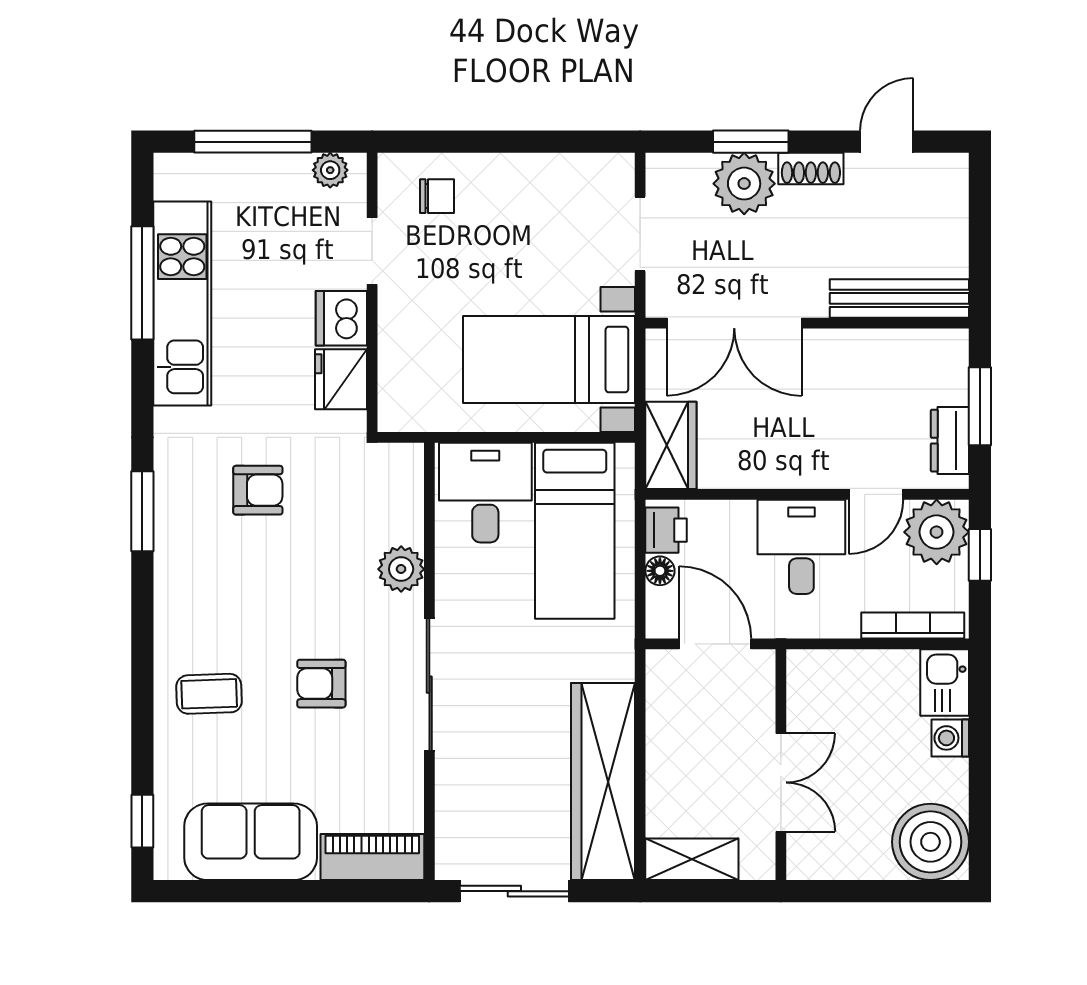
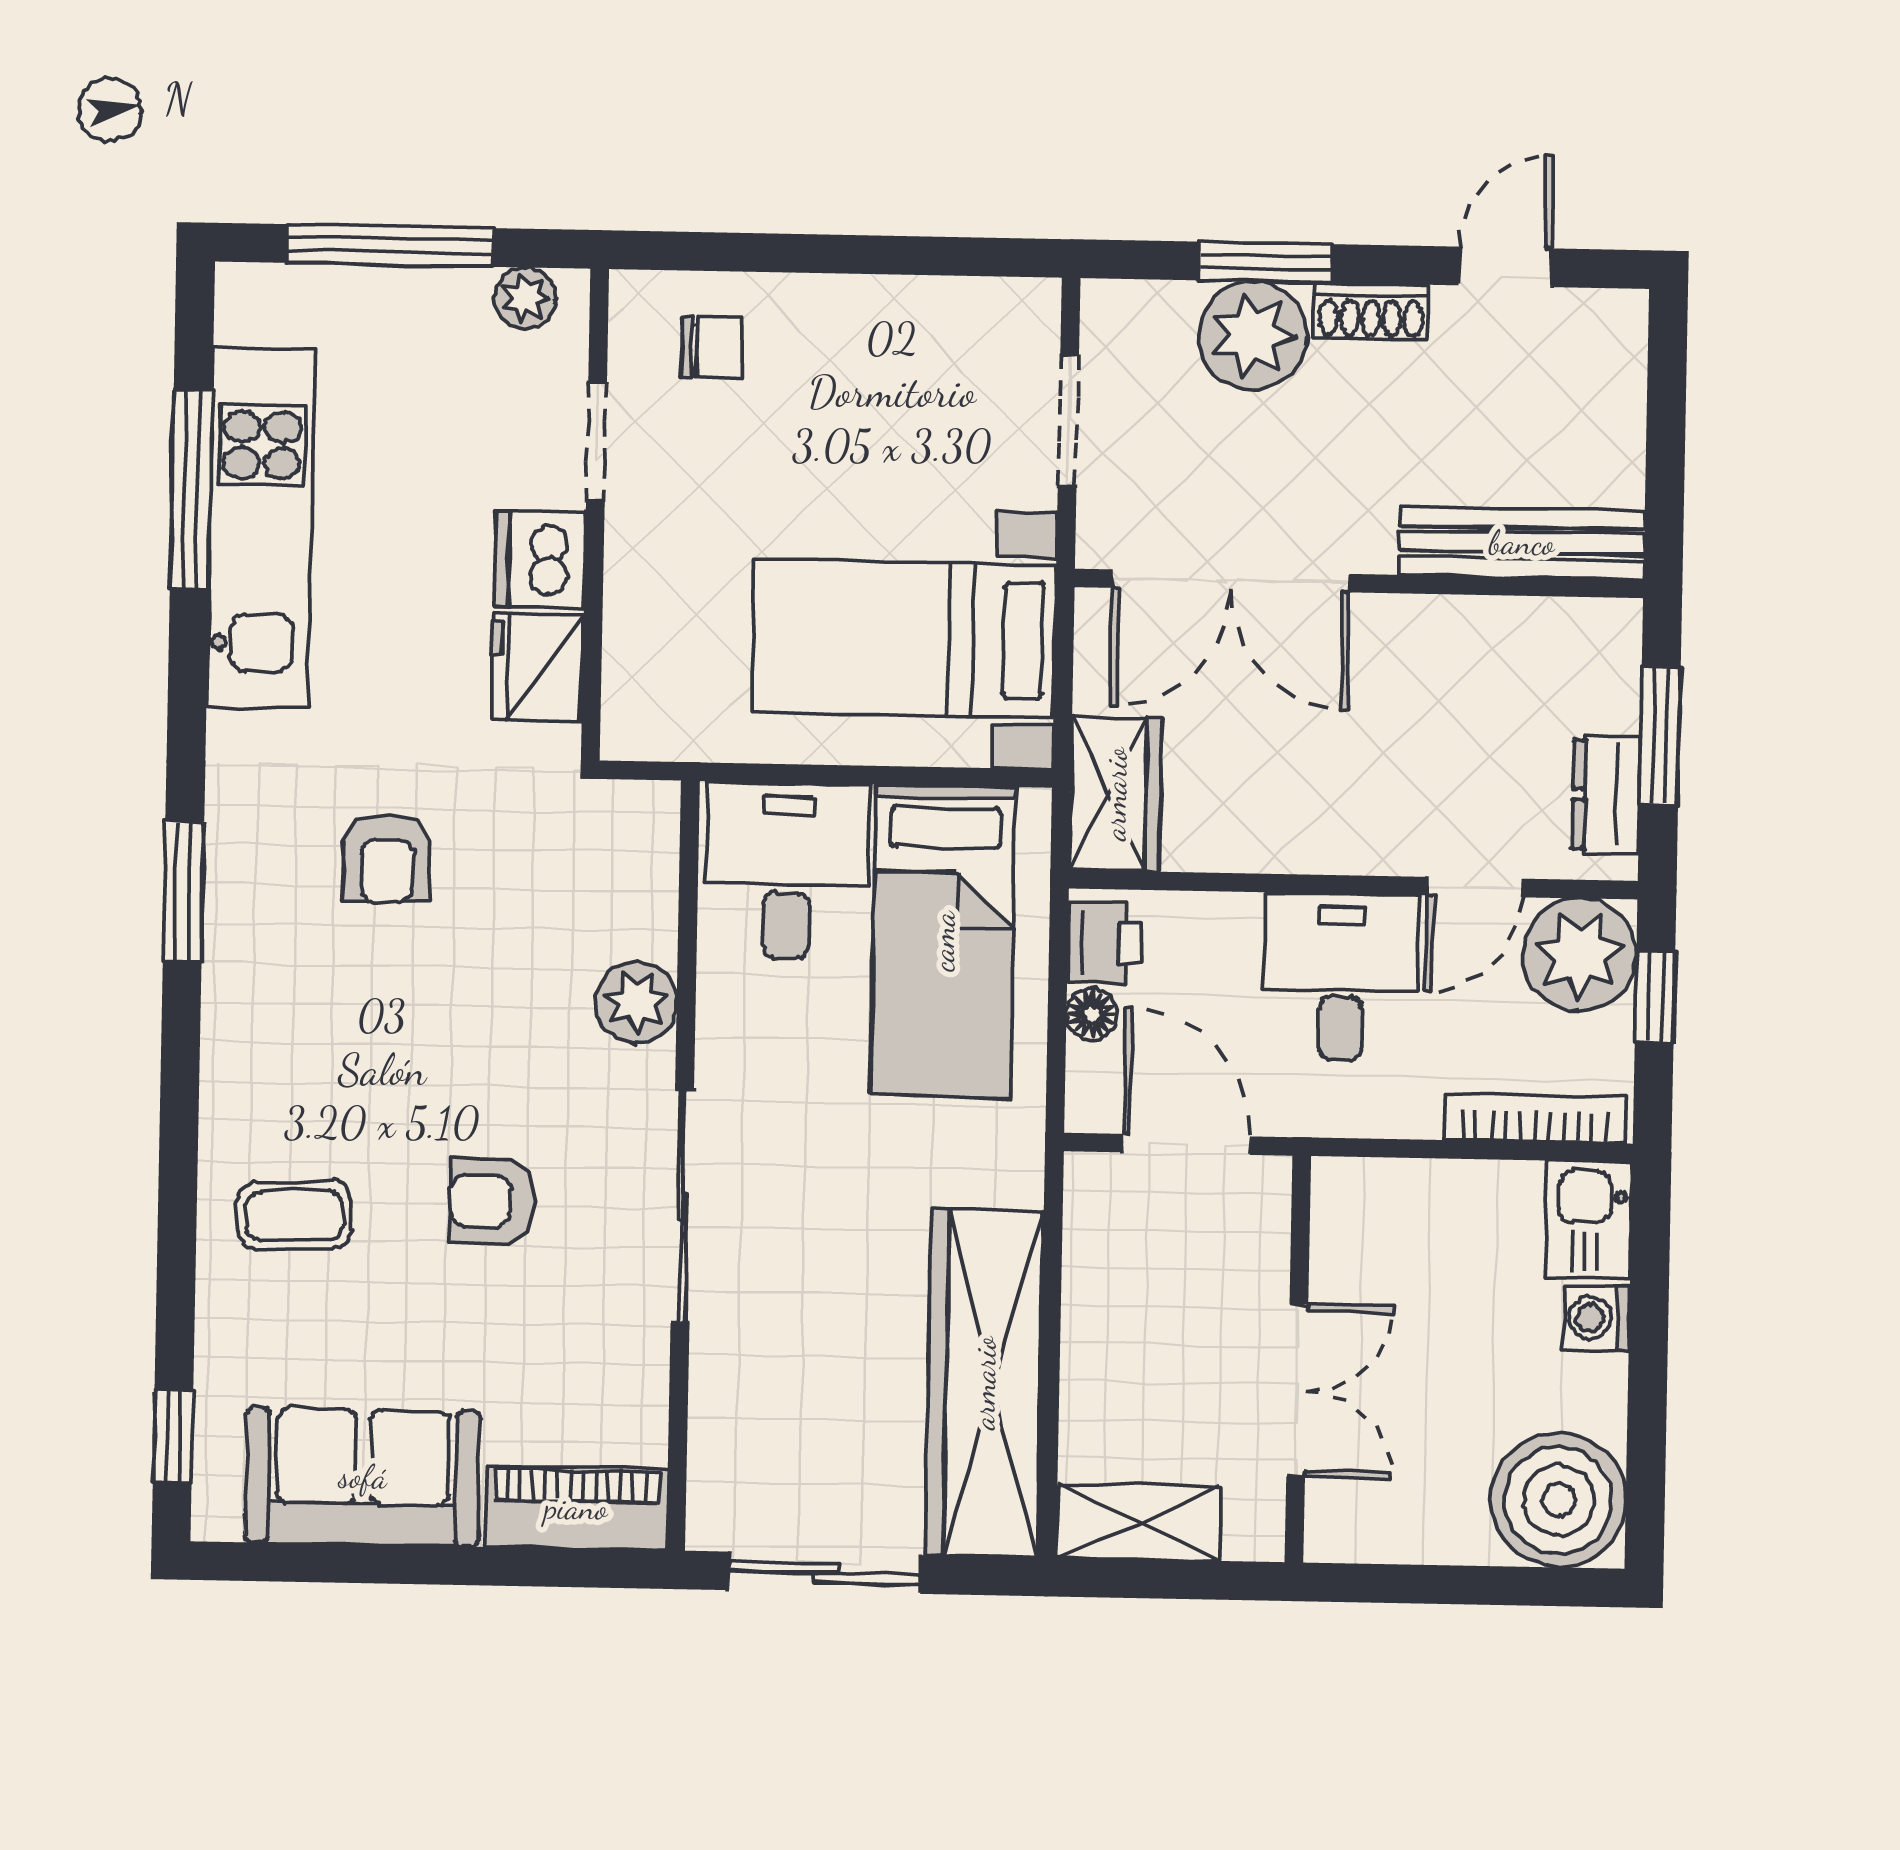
armchair: (258, 490) -> (387, 859), turned 90

